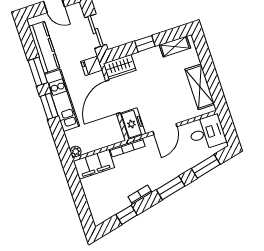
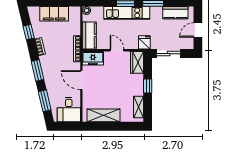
kitchen counter: (44, 47) -> (175, 13), width x0.67
door: (113, 97) -> (117, 50), width x0.53
kitchen counter: (106, 138) -> (89, 36), added
filing cabinet: (94, 164) -> (54, 14), moved, turned -90

